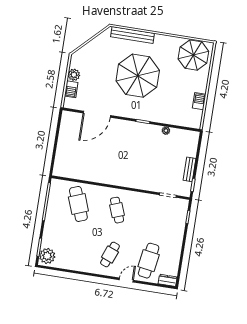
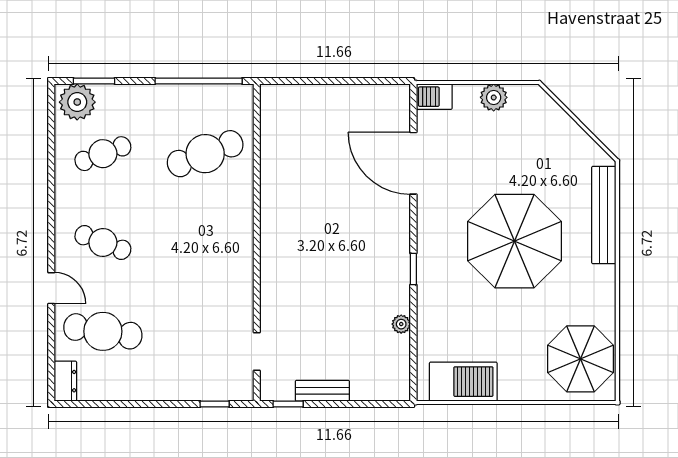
barbecue: (71, 89) -> (434, 97), moved
barbecue: (199, 101) -> (463, 382), width x1.88, depth x1.53
cafe table: (117, 210) -> (103, 154), moved

